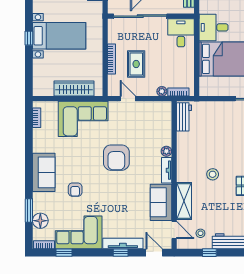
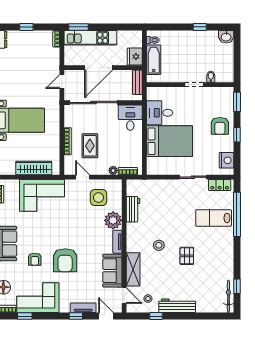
workbench: (184, 117) -> (133, 209), moved
side table: (146, 121) -> (98, 198), added
plant: (166, 151) -> (113, 220), width x1.87, depth x1.87
armchair: (116, 158) -> (65, 260), moved
tv unit: (123, 243) -> (83, 308), width x0.71

